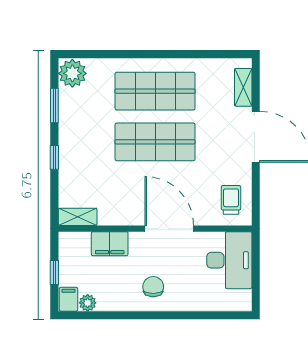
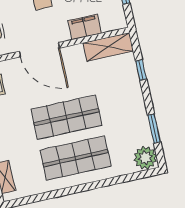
window: (54, 157) -> (141, 70), moved
shelving: (78, 217) -> (108, 47), width x1.50, depth x1.33

